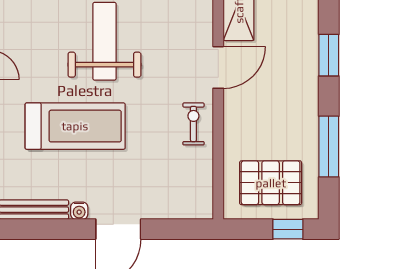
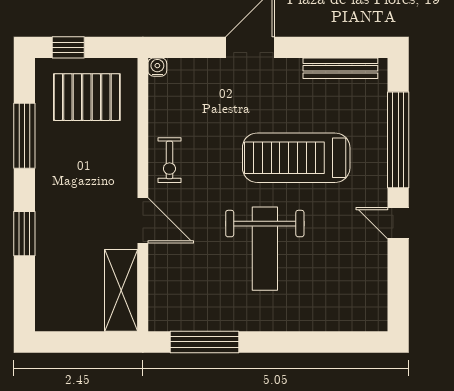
door: (218, 67) -> (143, 221), swing flipped
water cooler: (79, 211) -> (157, 67), moved

